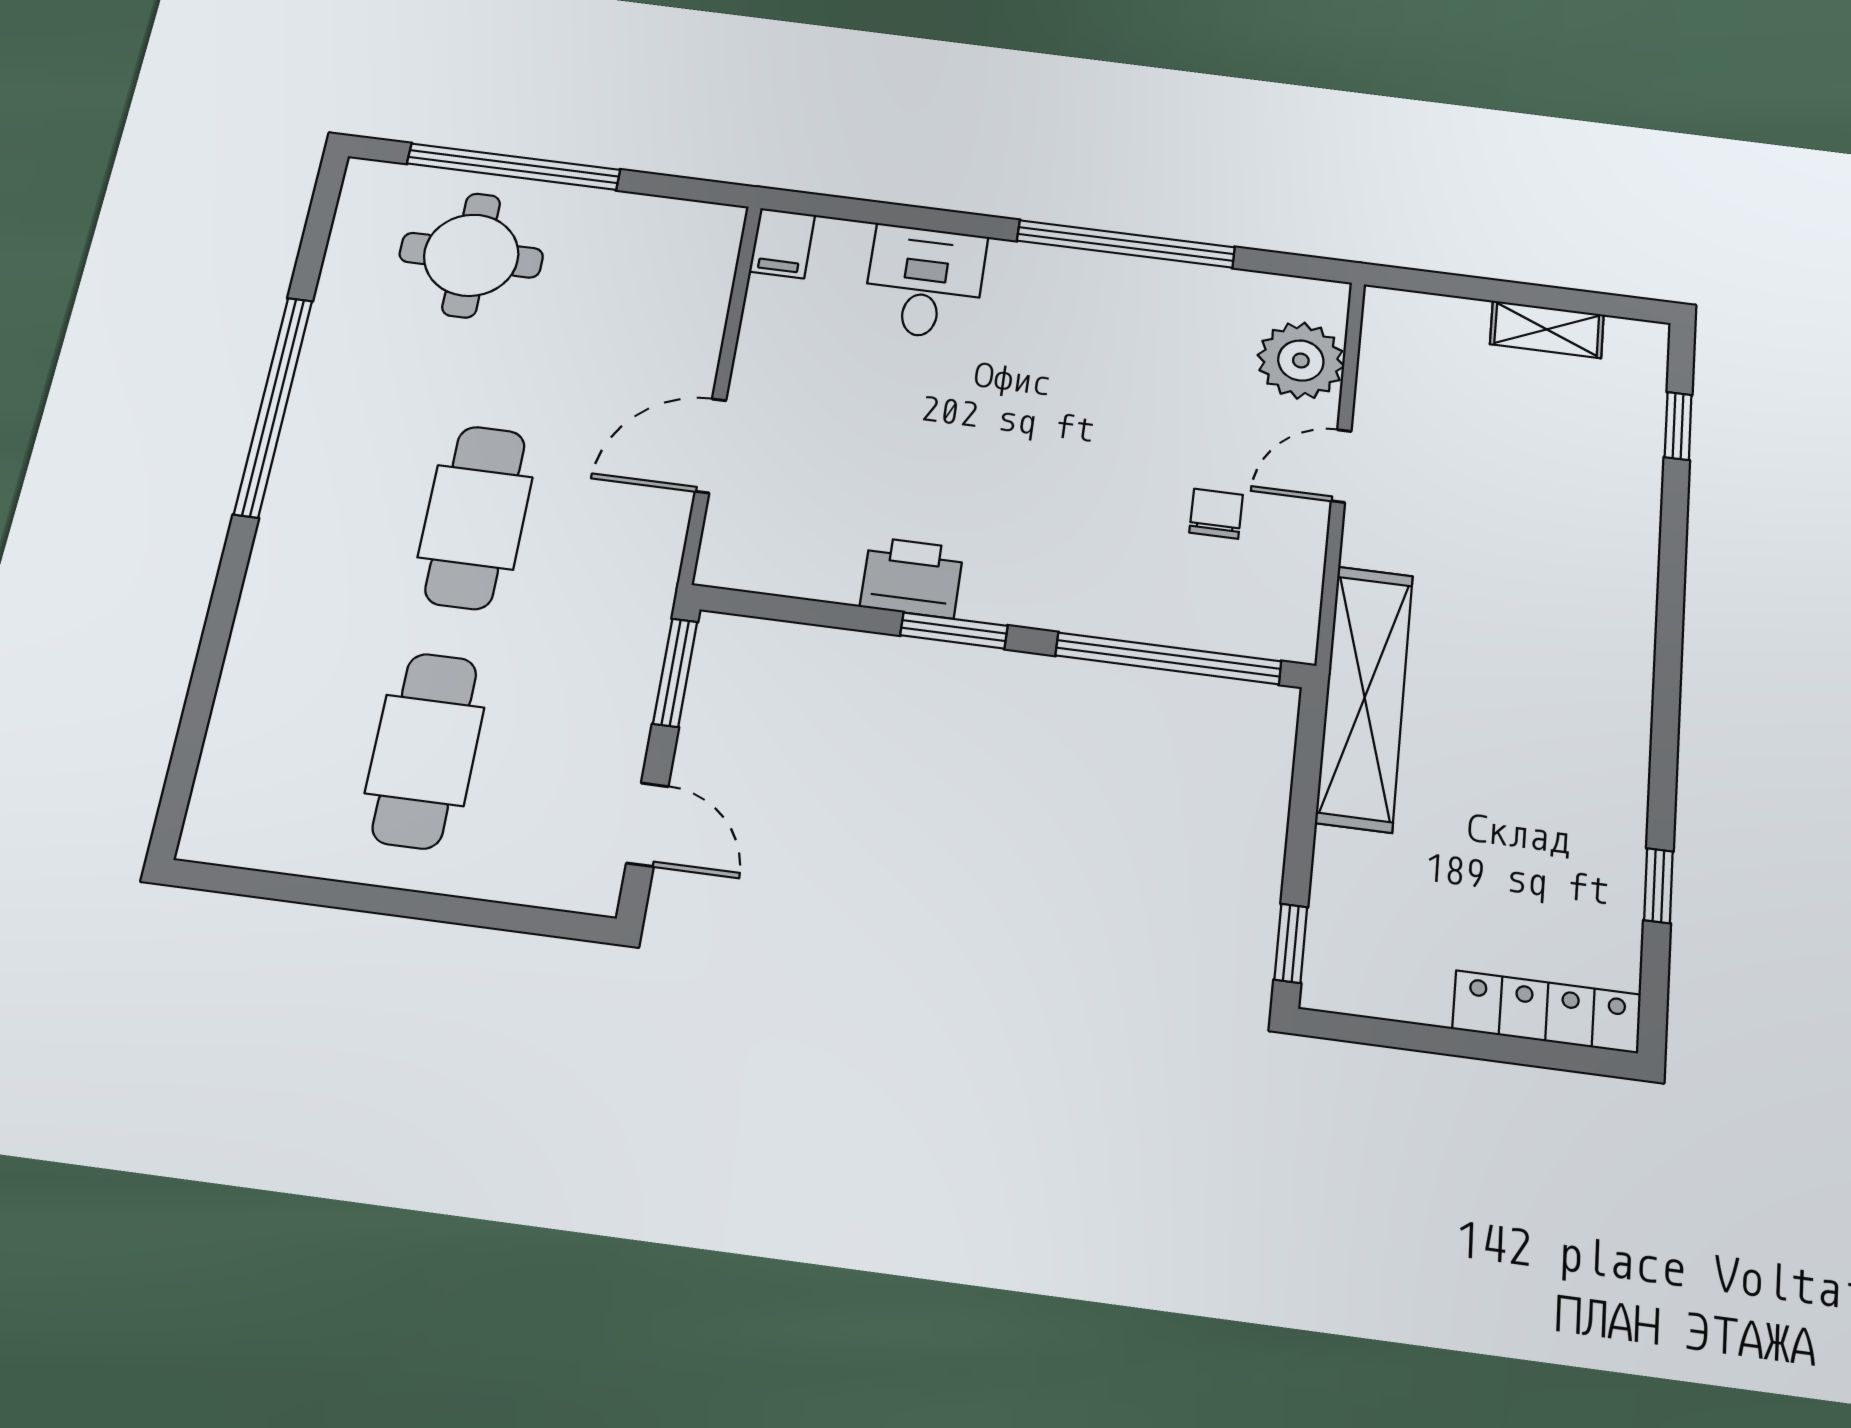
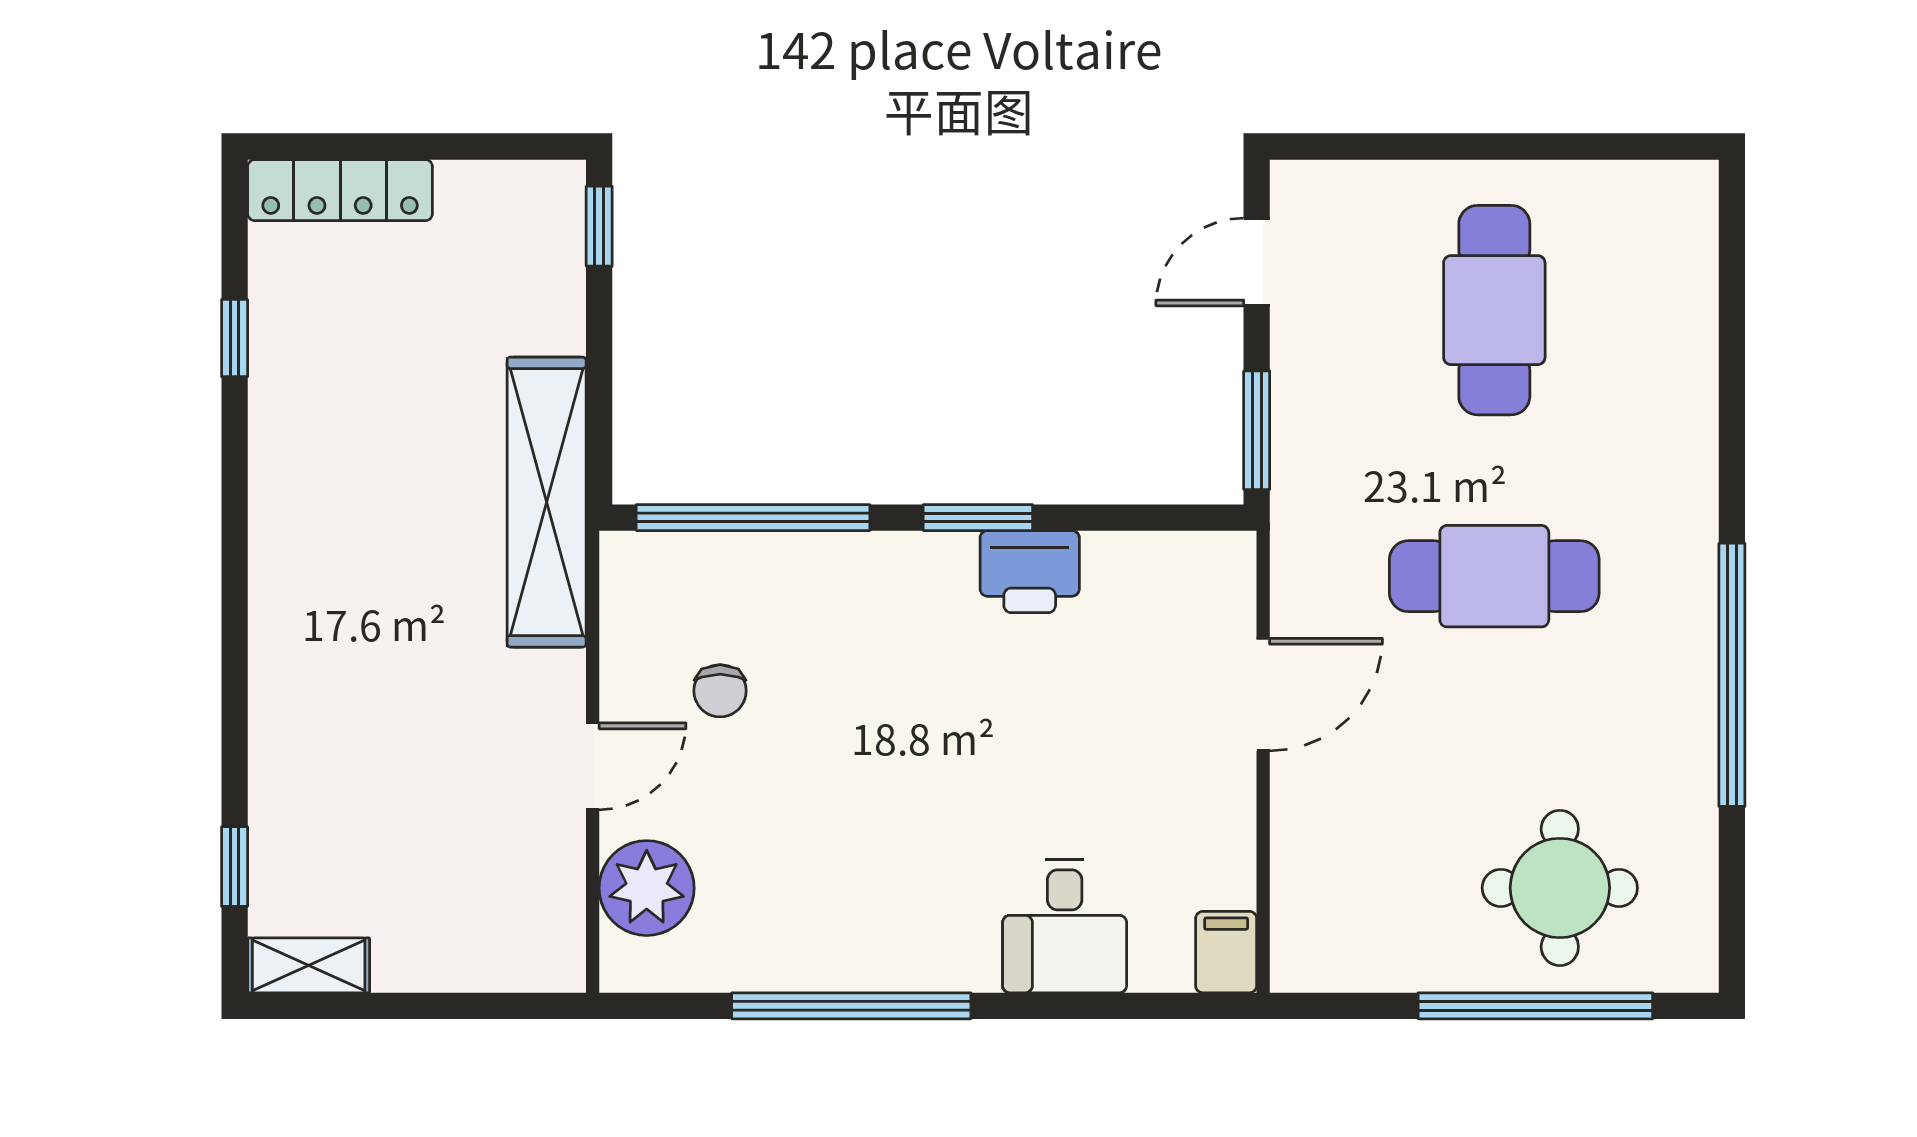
shelving: (1547, 329) -> (309, 965), moved
cafe table: (475, 517) -> (1494, 576), turned 90
door: (647, 825) -> (1257, 262), hinge flipped

